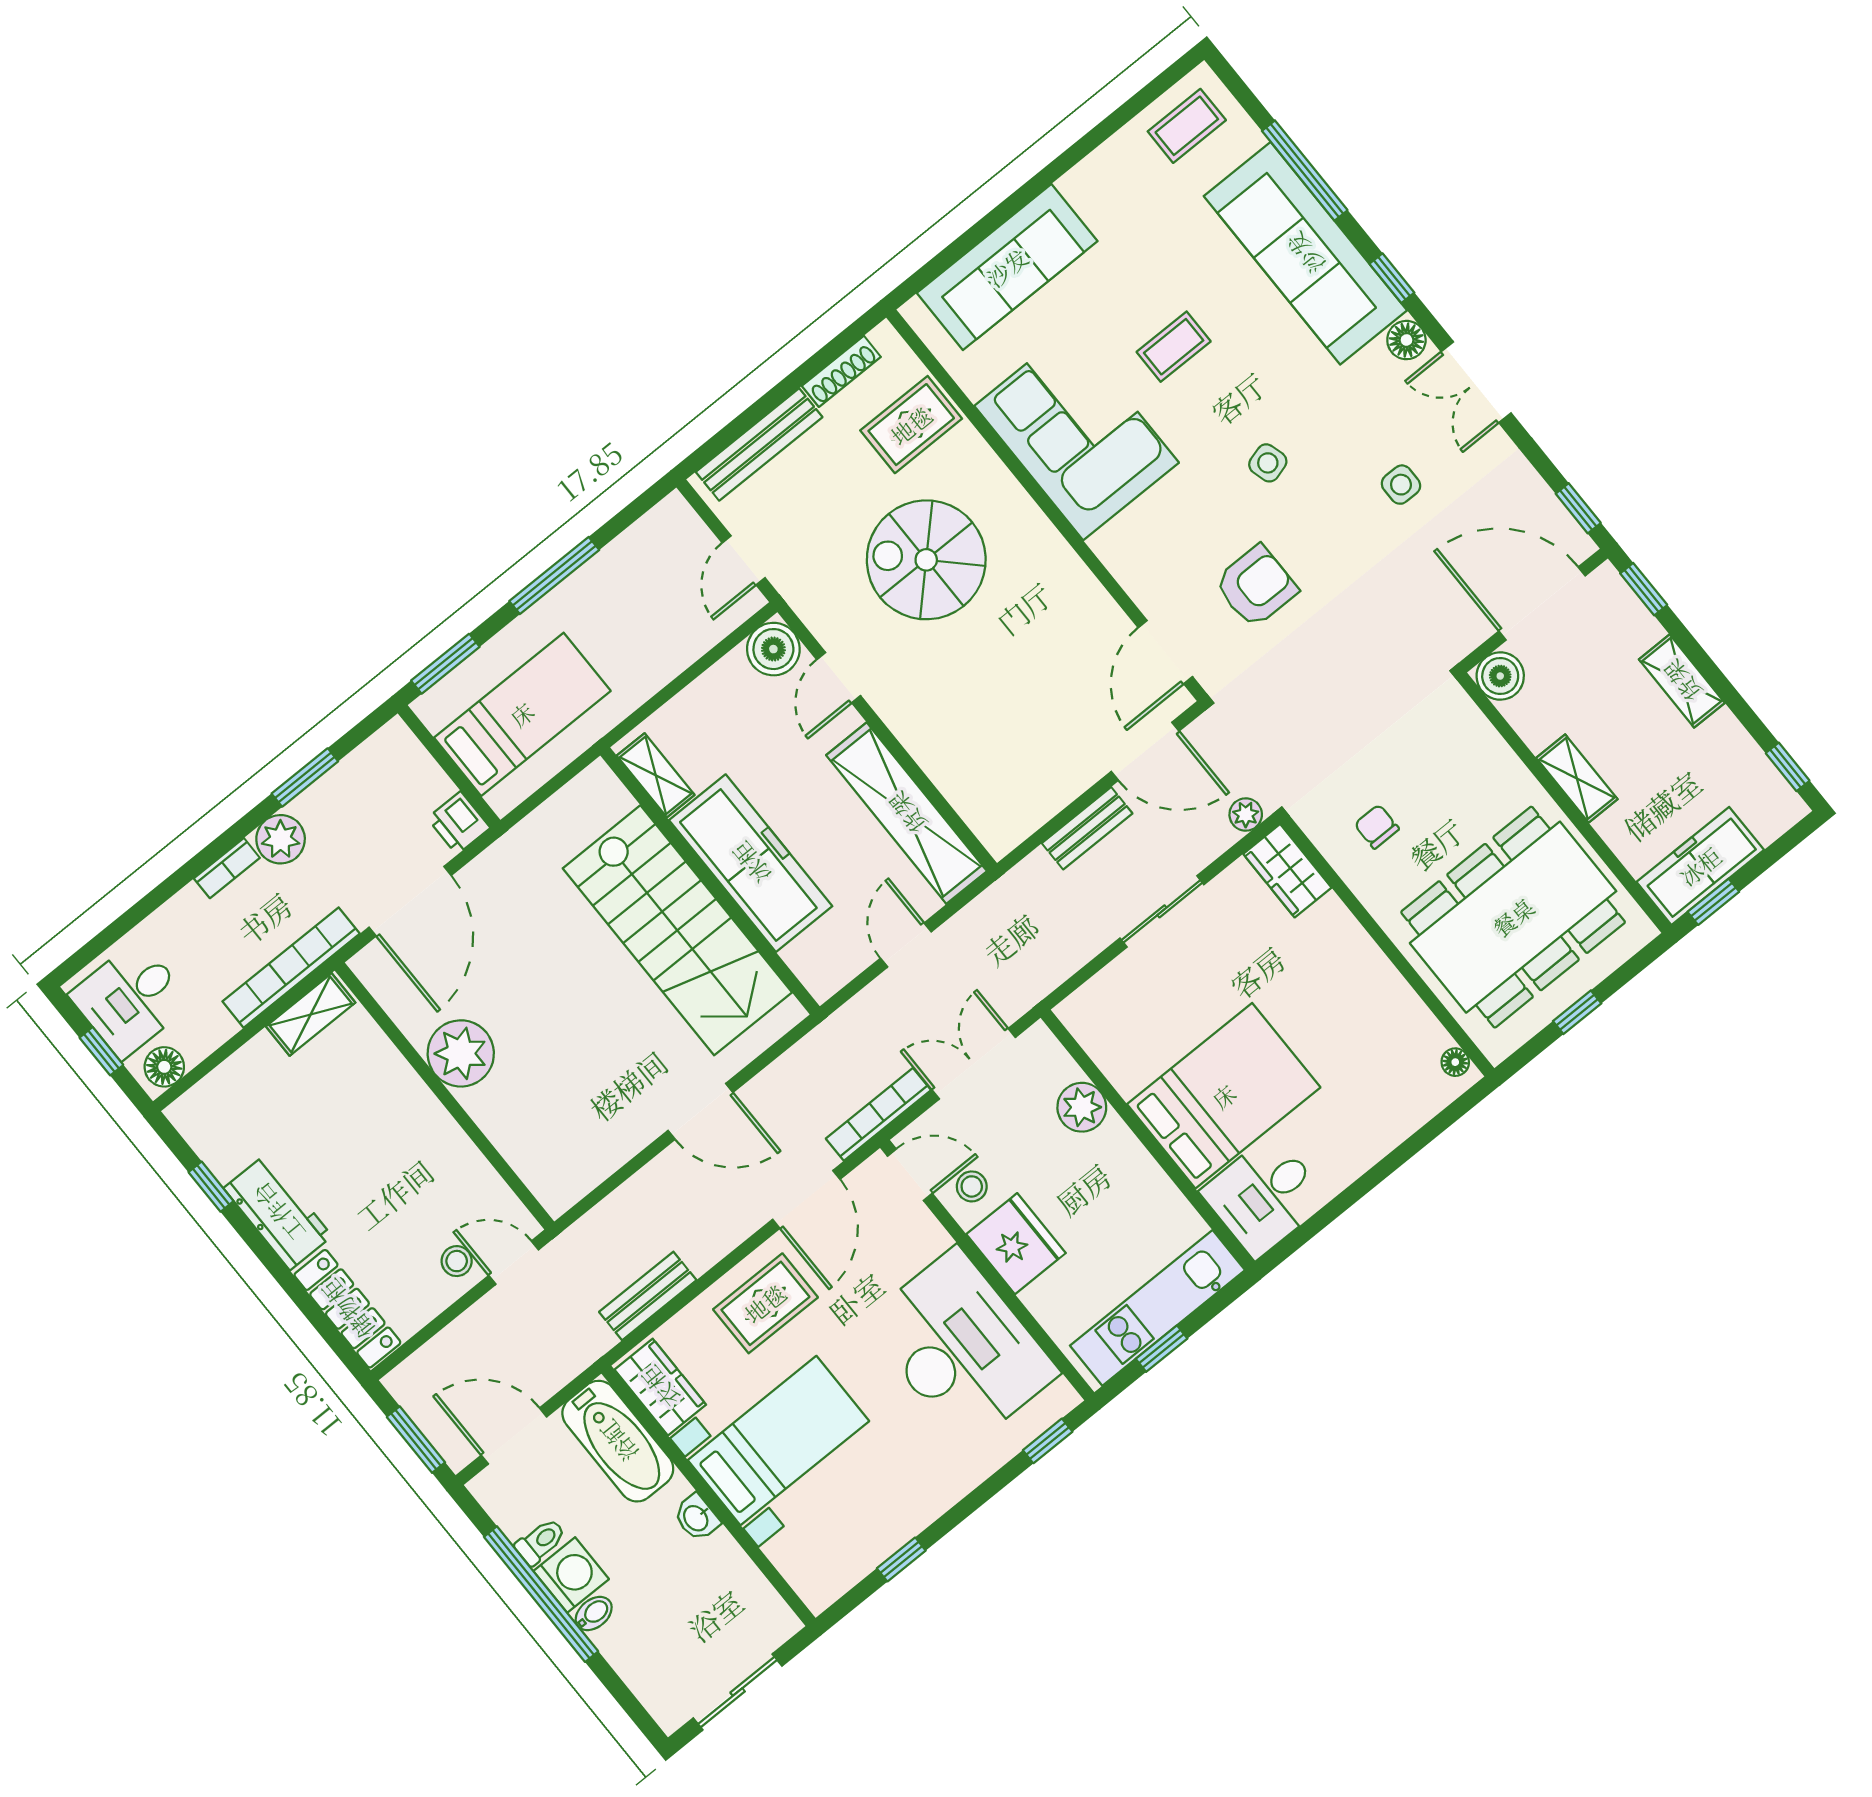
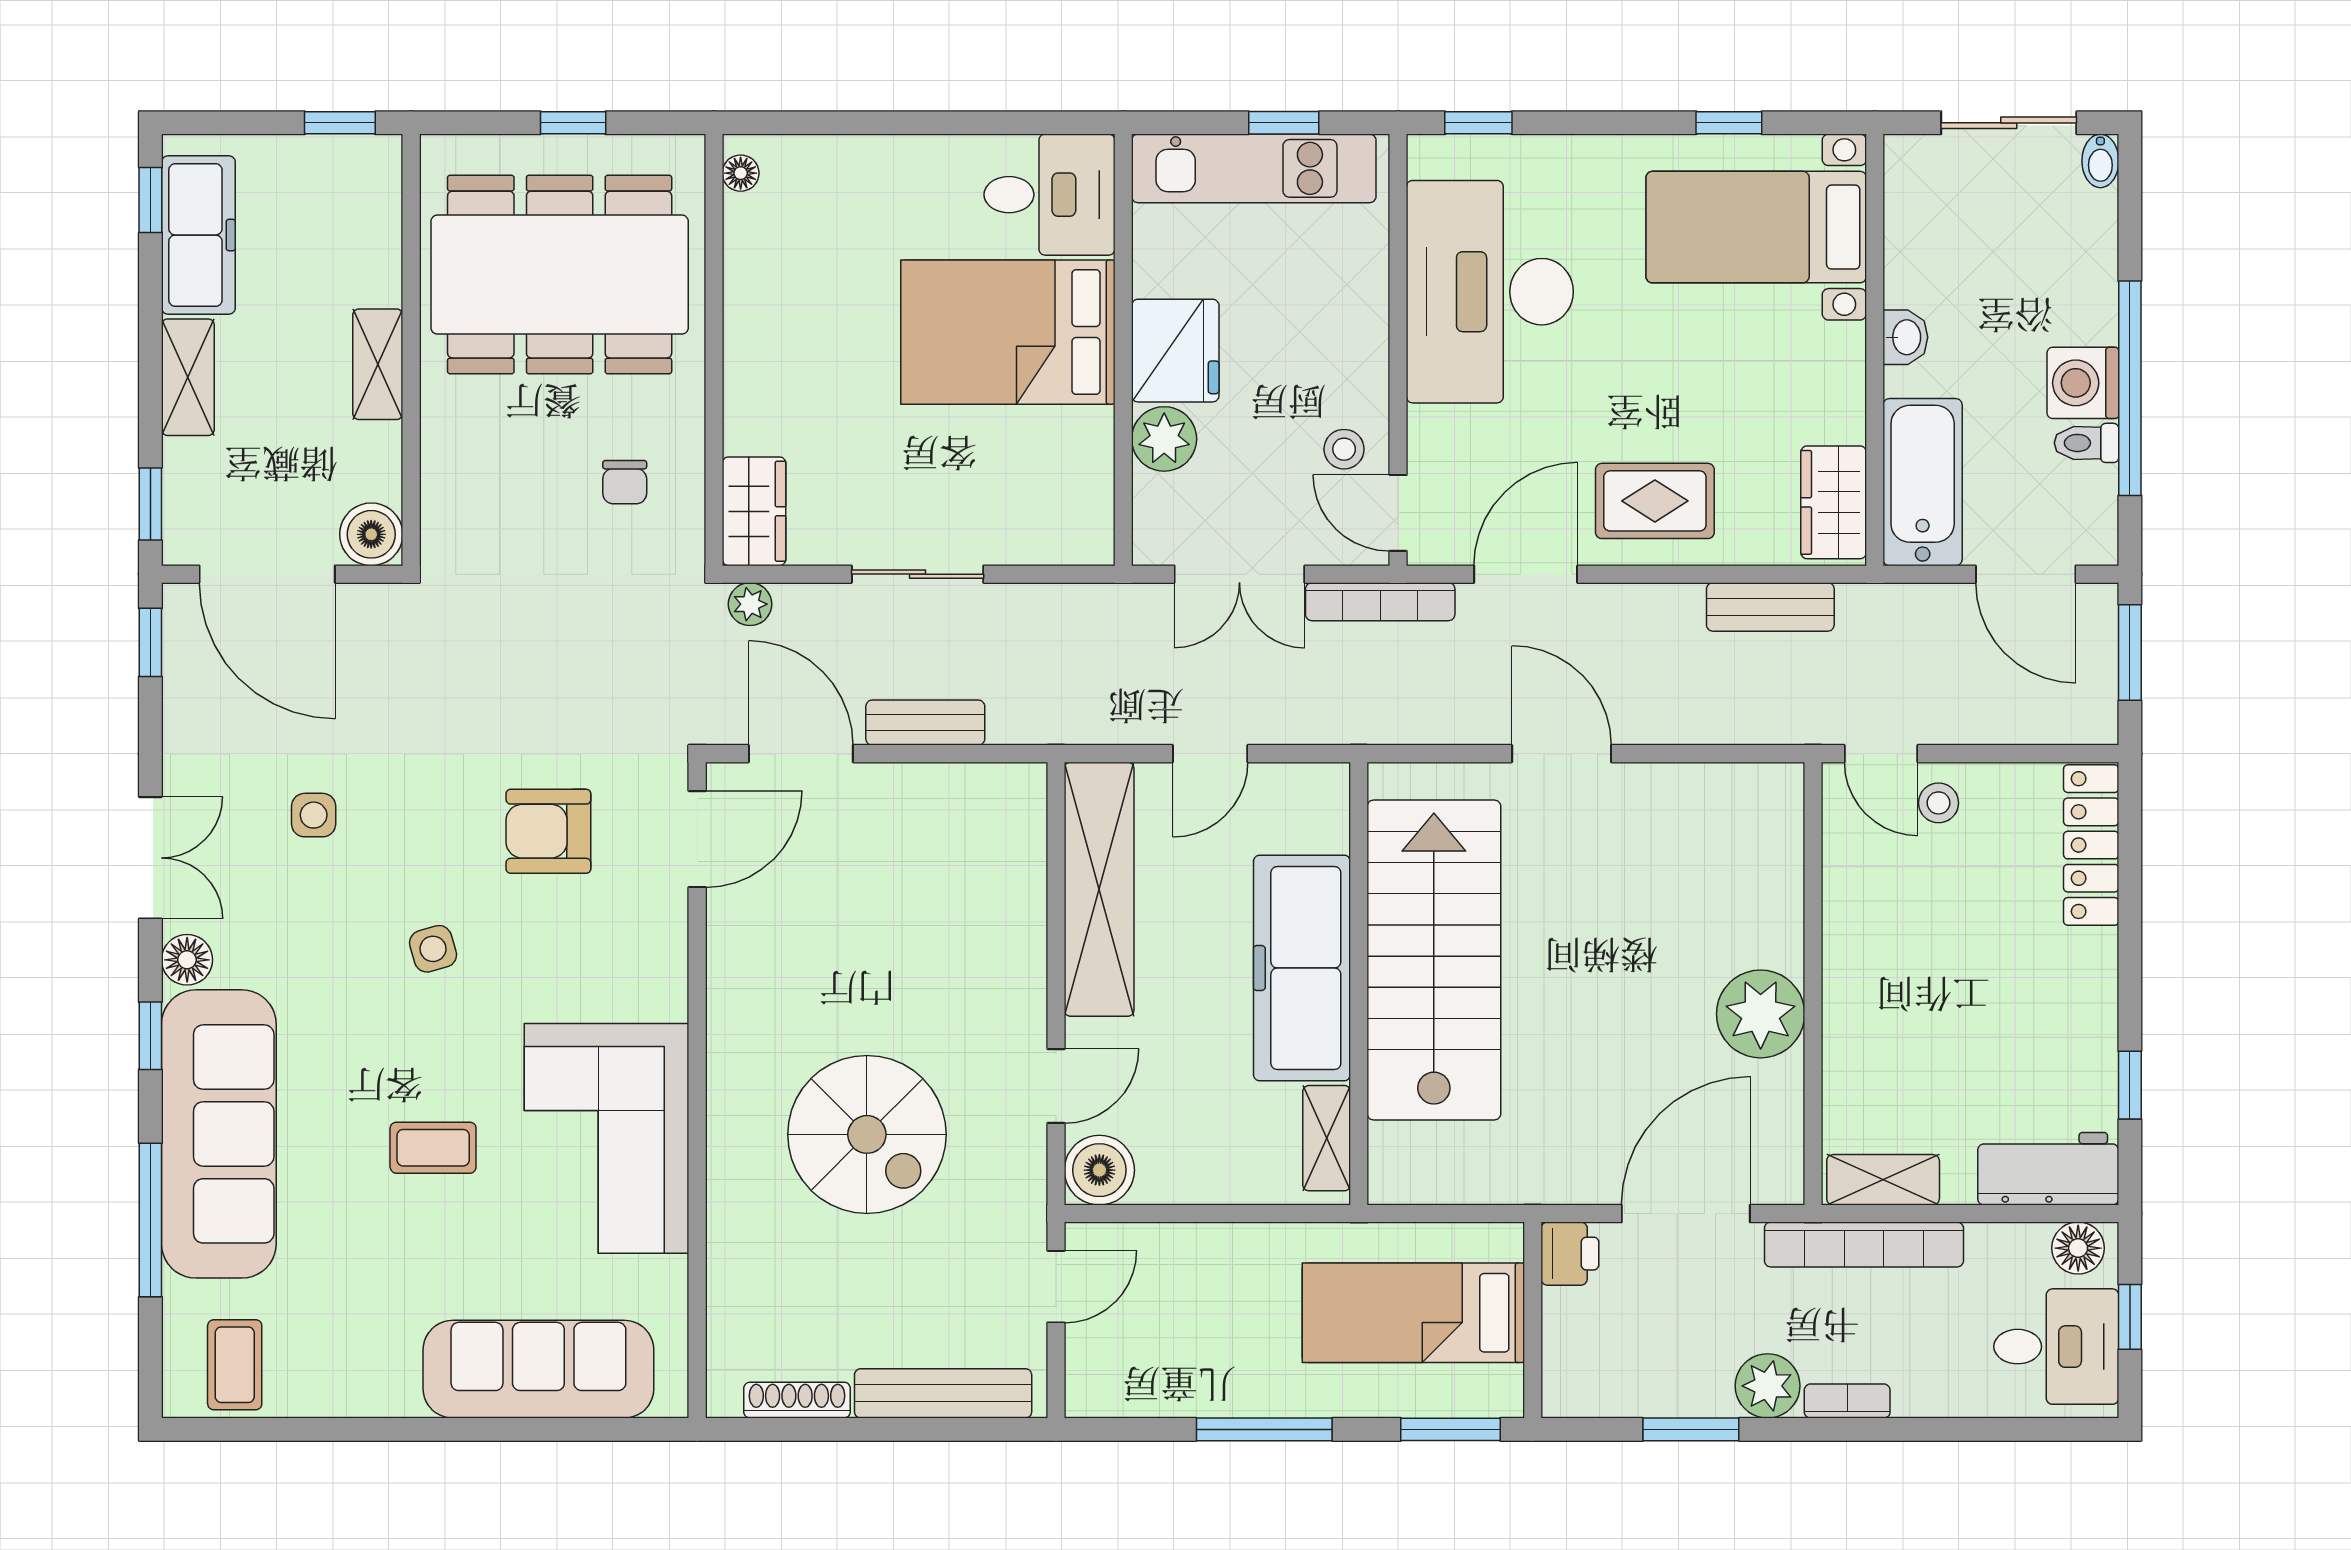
coffee table: (1187, 126) -> (235, 1365), turned 90
rug: (911, 425) -> (769, 1287), removed
freezer: (1700, 866) -> (198, 235), moved, turned -90
workbench: (278, 1212) -> (2048, 1169), moved, turned 90
fridge: (1016, 1244) -> (1175, 351), moved, turned 180
bed with nightstands: (778, 1441) -> (1756, 227), moved
bidet: (594, 1614) -> (2100, 161), moved, turned -90

